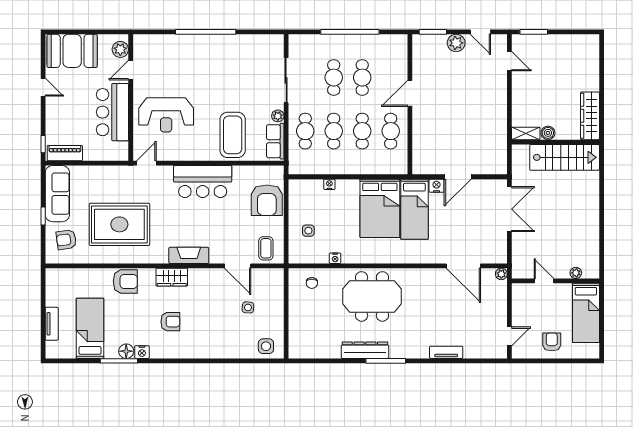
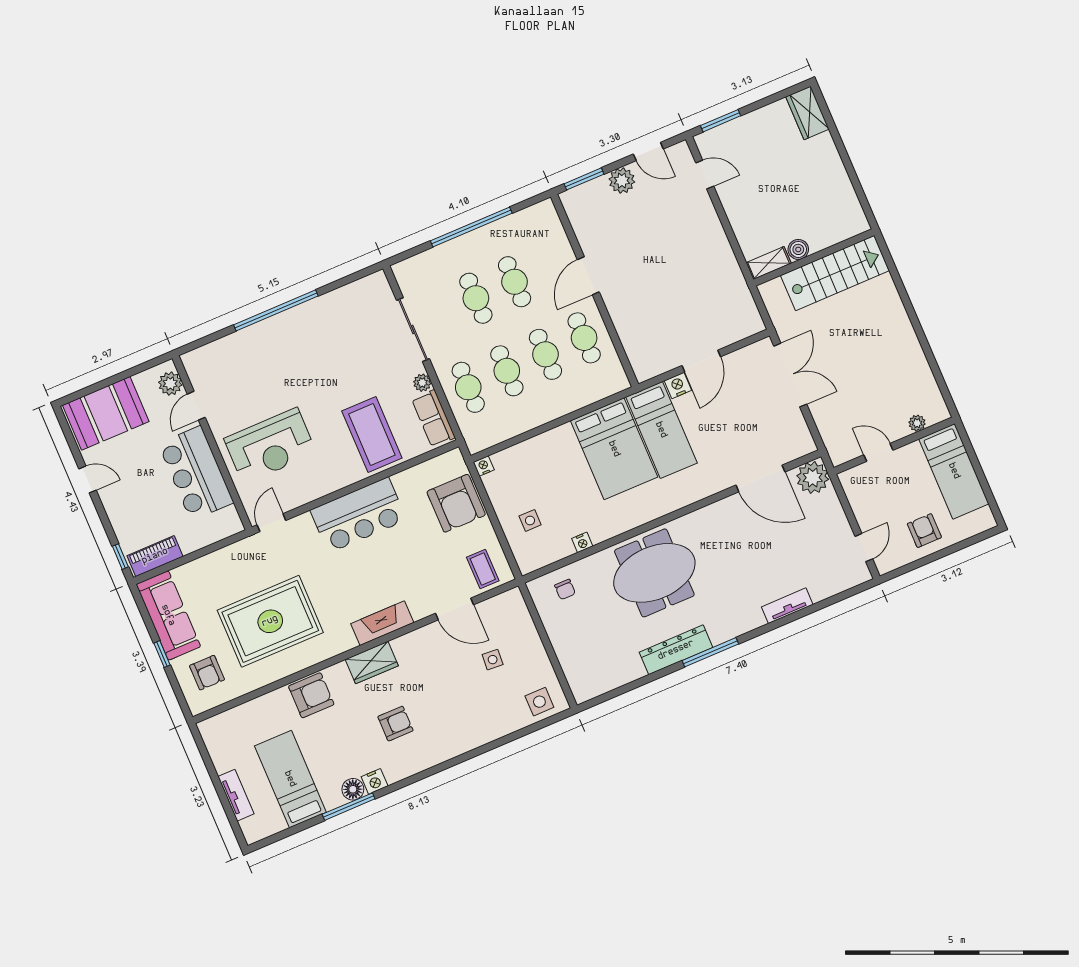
wardrobe: (590, 116) -> (807, 113), moved, width x0.67
nightstand: (329, 184) -> (484, 466), moved
armchair: (66, 240) -> (207, 673), turned -82
plant: (501, 274) -> (813, 478), width x1.88, depth x1.88

